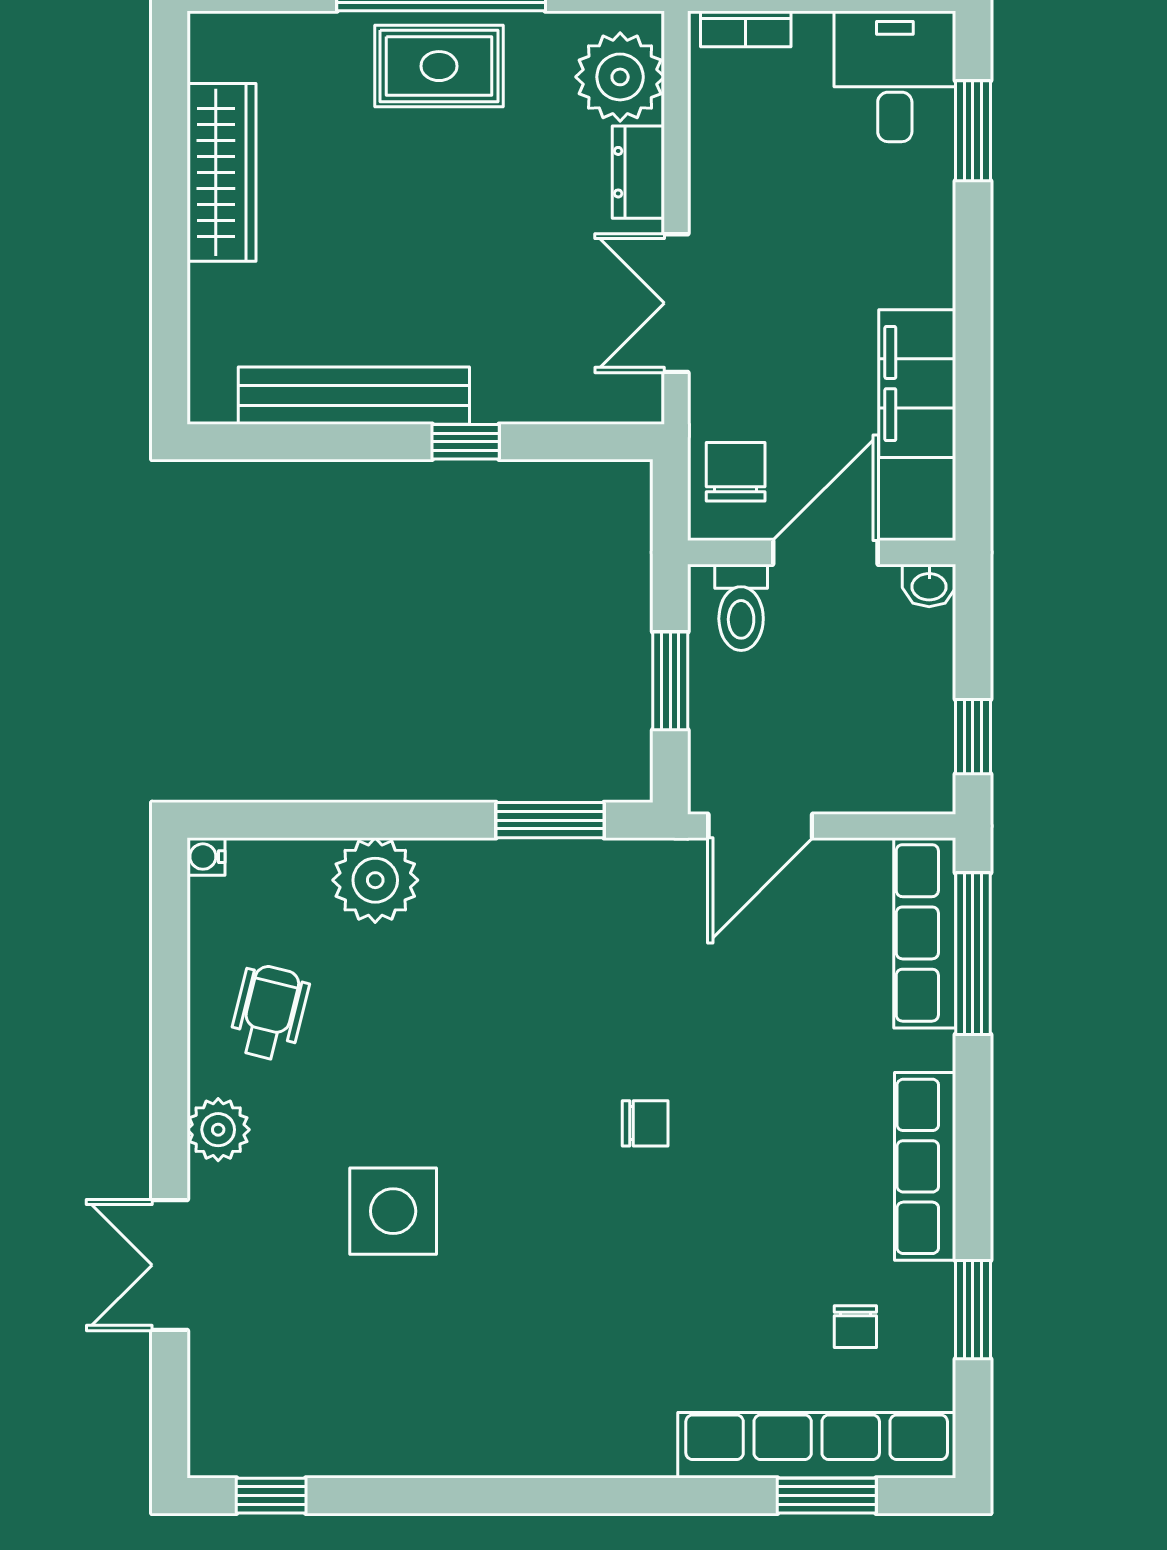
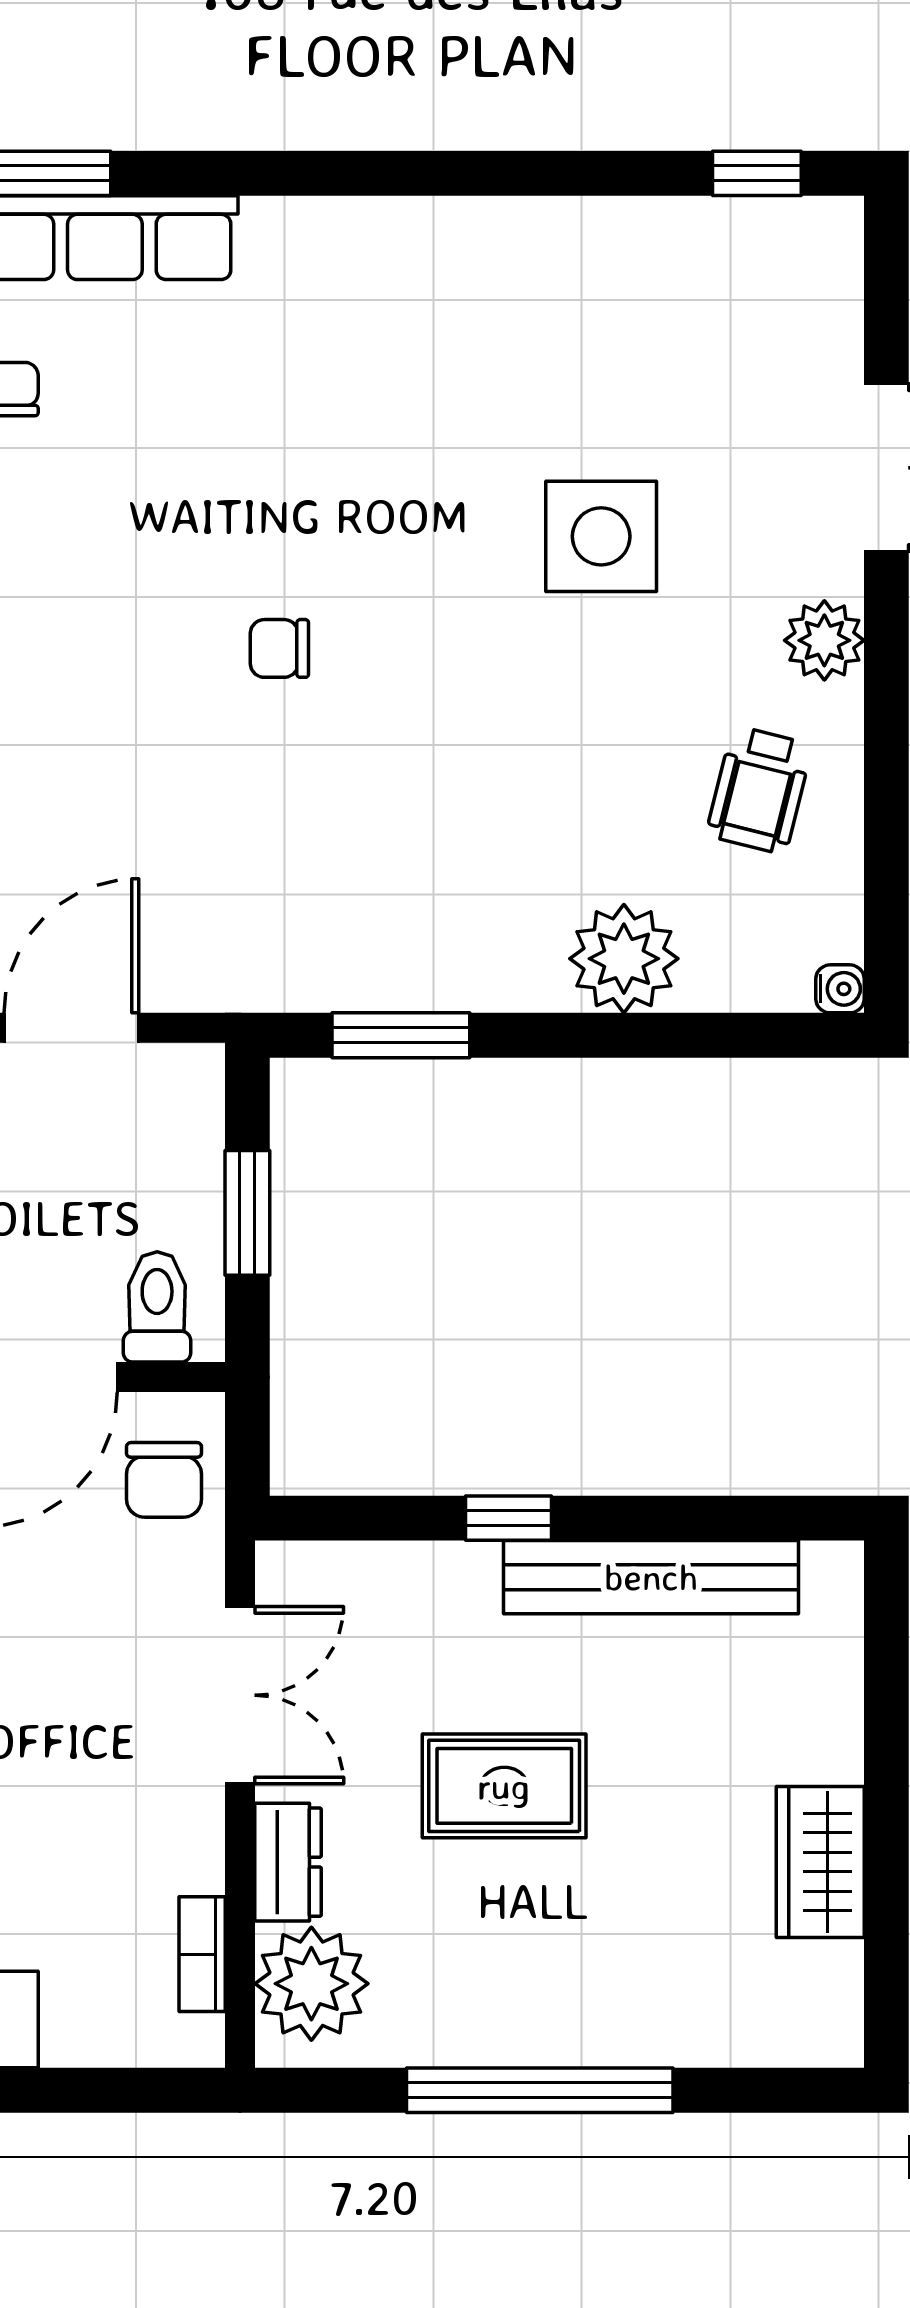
bookcase: (746, 29) -> (202, 1954), moved, turned -90
rug: (439, 66) -> (504, 1786), moved
wardrobe: (221, 172) -> (820, 1862), width x0.67
door: (760, 826) -> (71, 1028), moved

